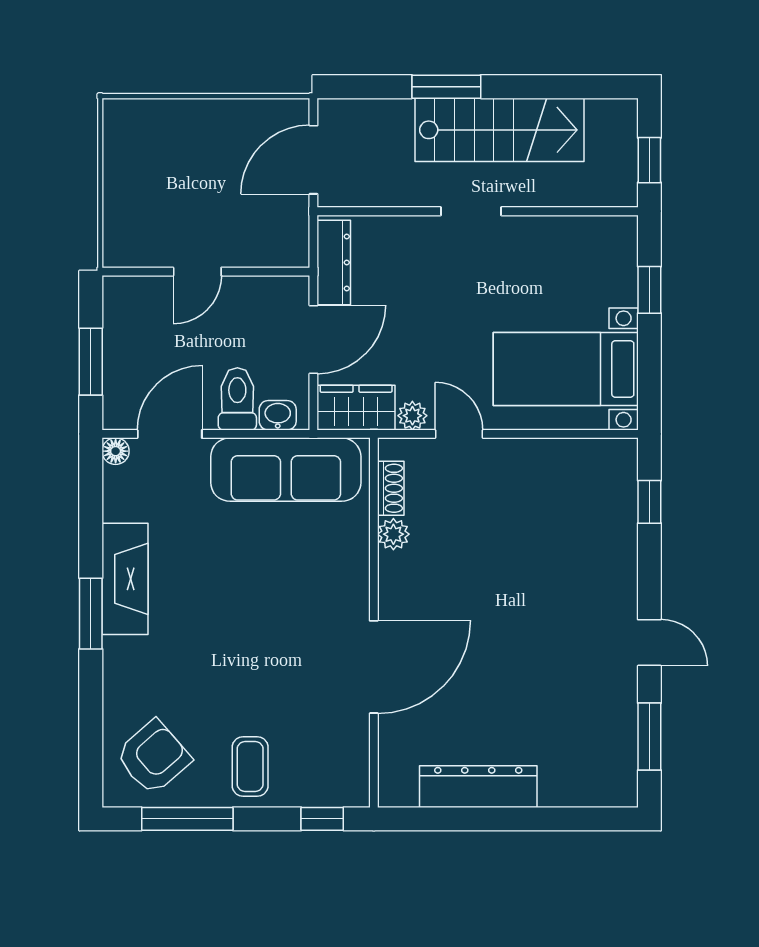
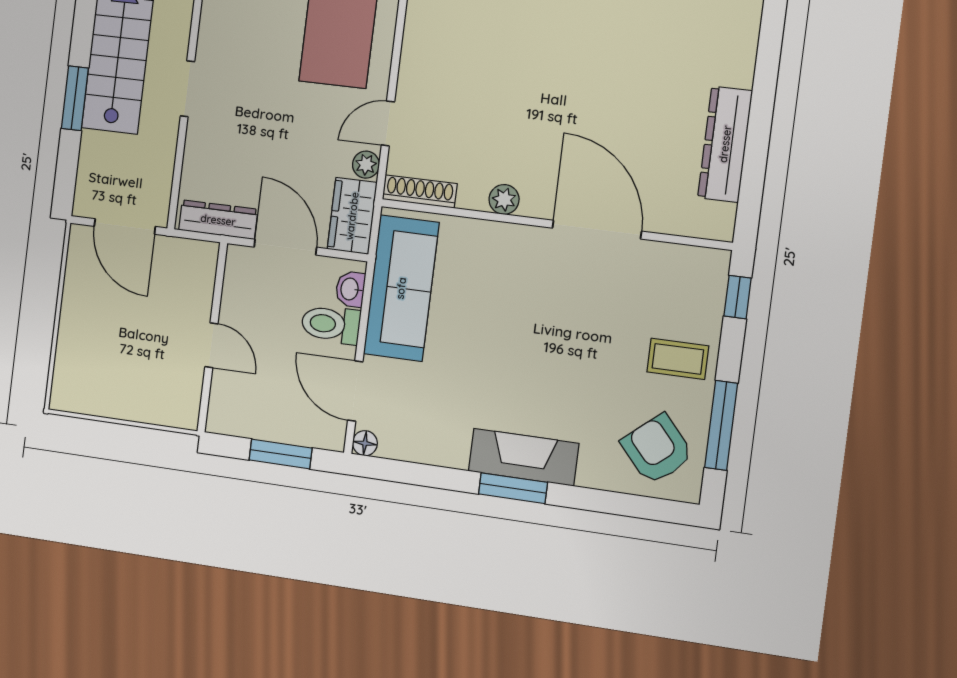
shoe rack: (391, 488) -> (420, 192), width x1.43
plant: (393, 534) -> (504, 199), moved
fireplace: (125, 579) -> (524, 457), moved

